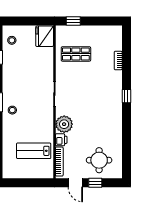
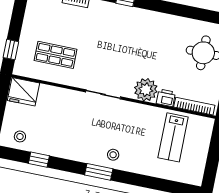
shop shelf: (76, 54) -> (56, 55), turned 90

